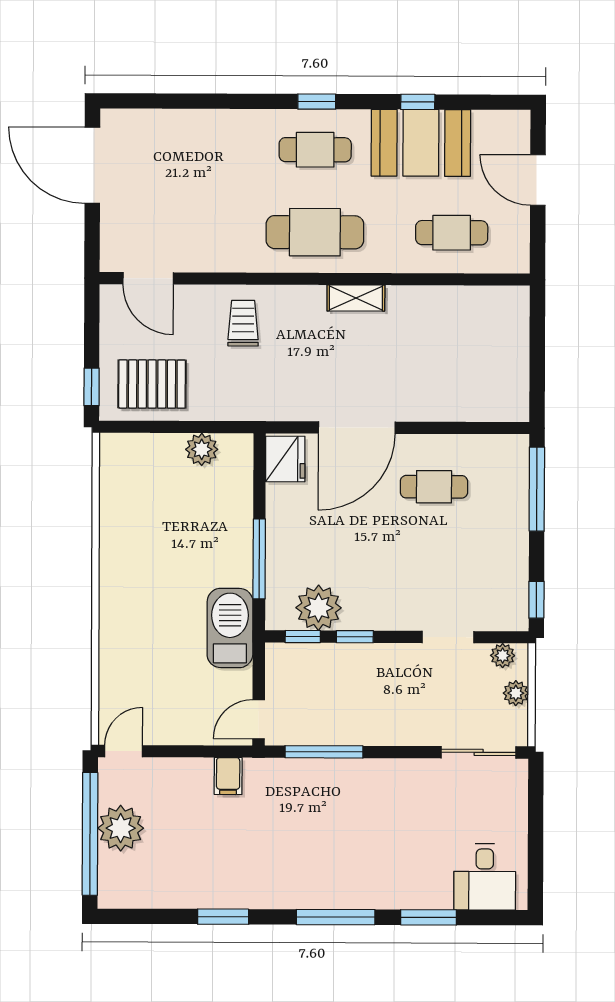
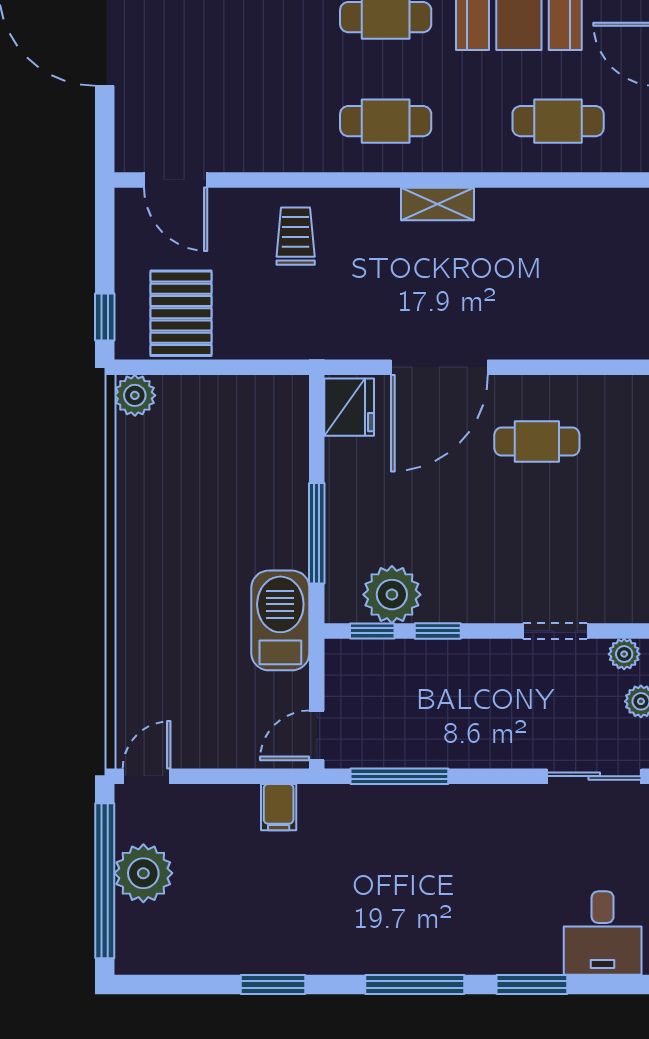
cafe table: (315, 232) -> (386, 121), width x0.73, depth x0.74
pallet: (152, 384) -> (181, 313), turned 90
plant: (202, 449) -> (135, 395), moved

